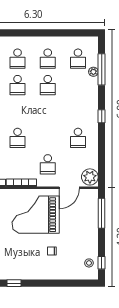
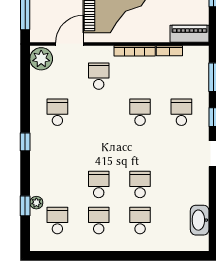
window: (102, 69) -> (25, 206), width x0.46

